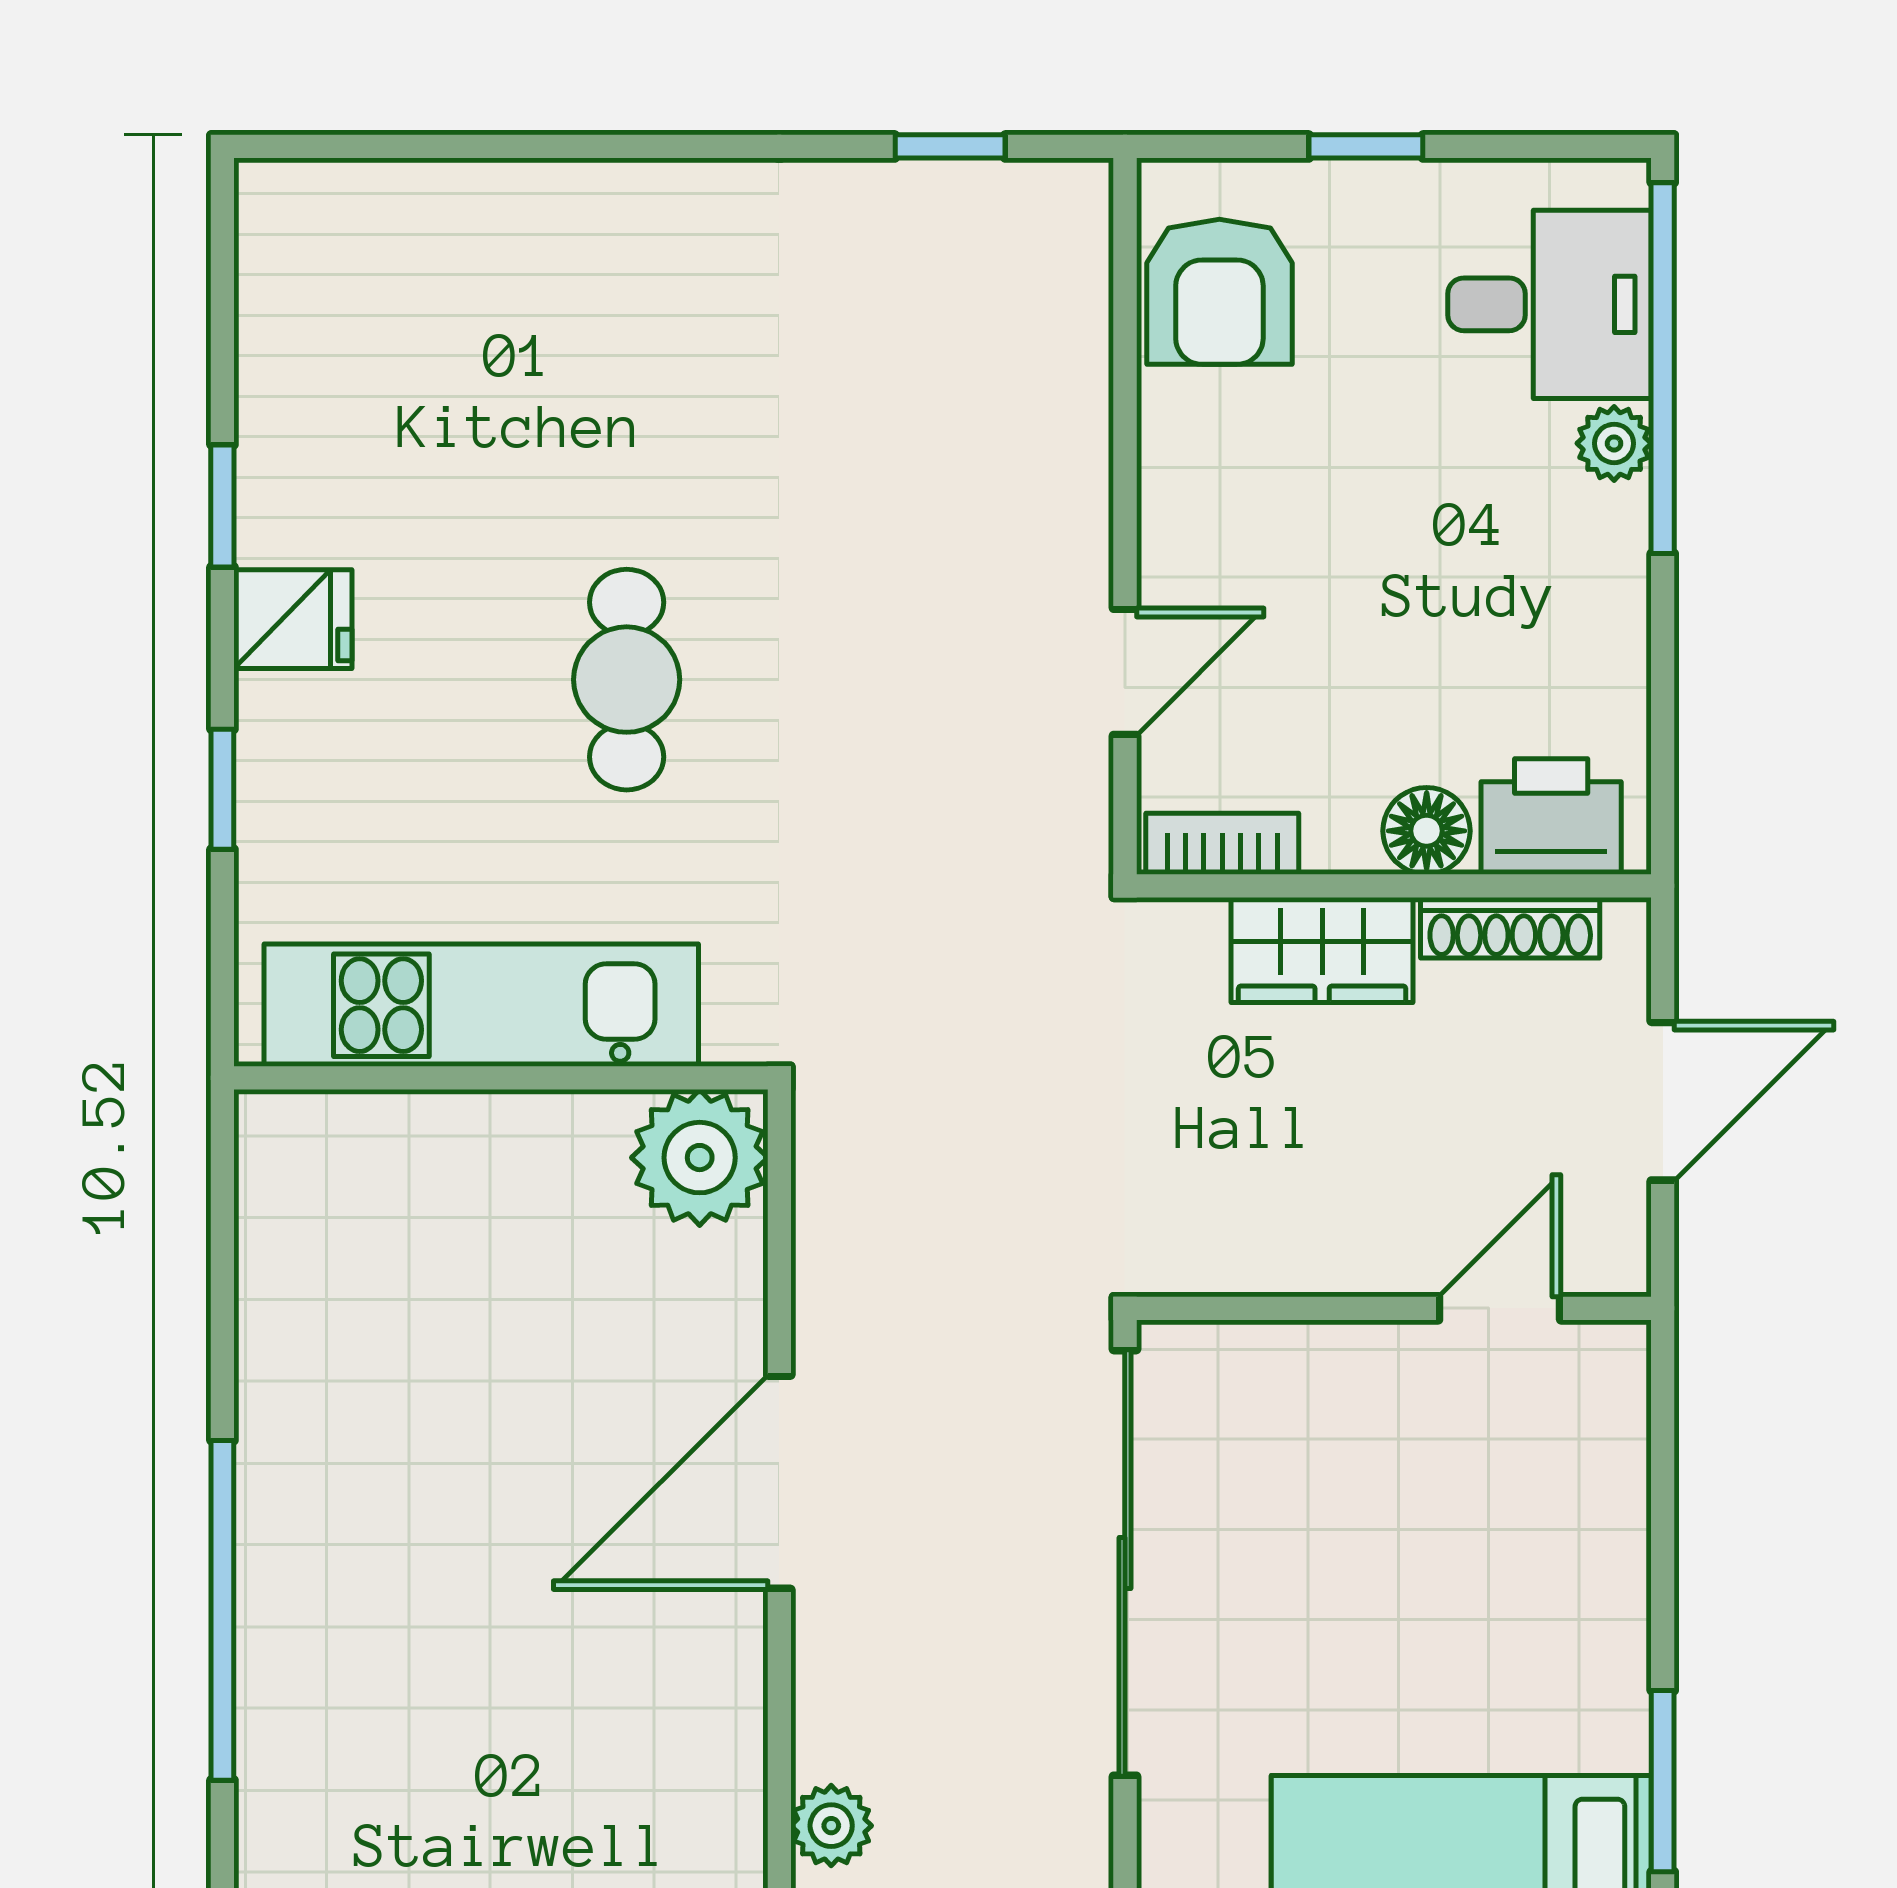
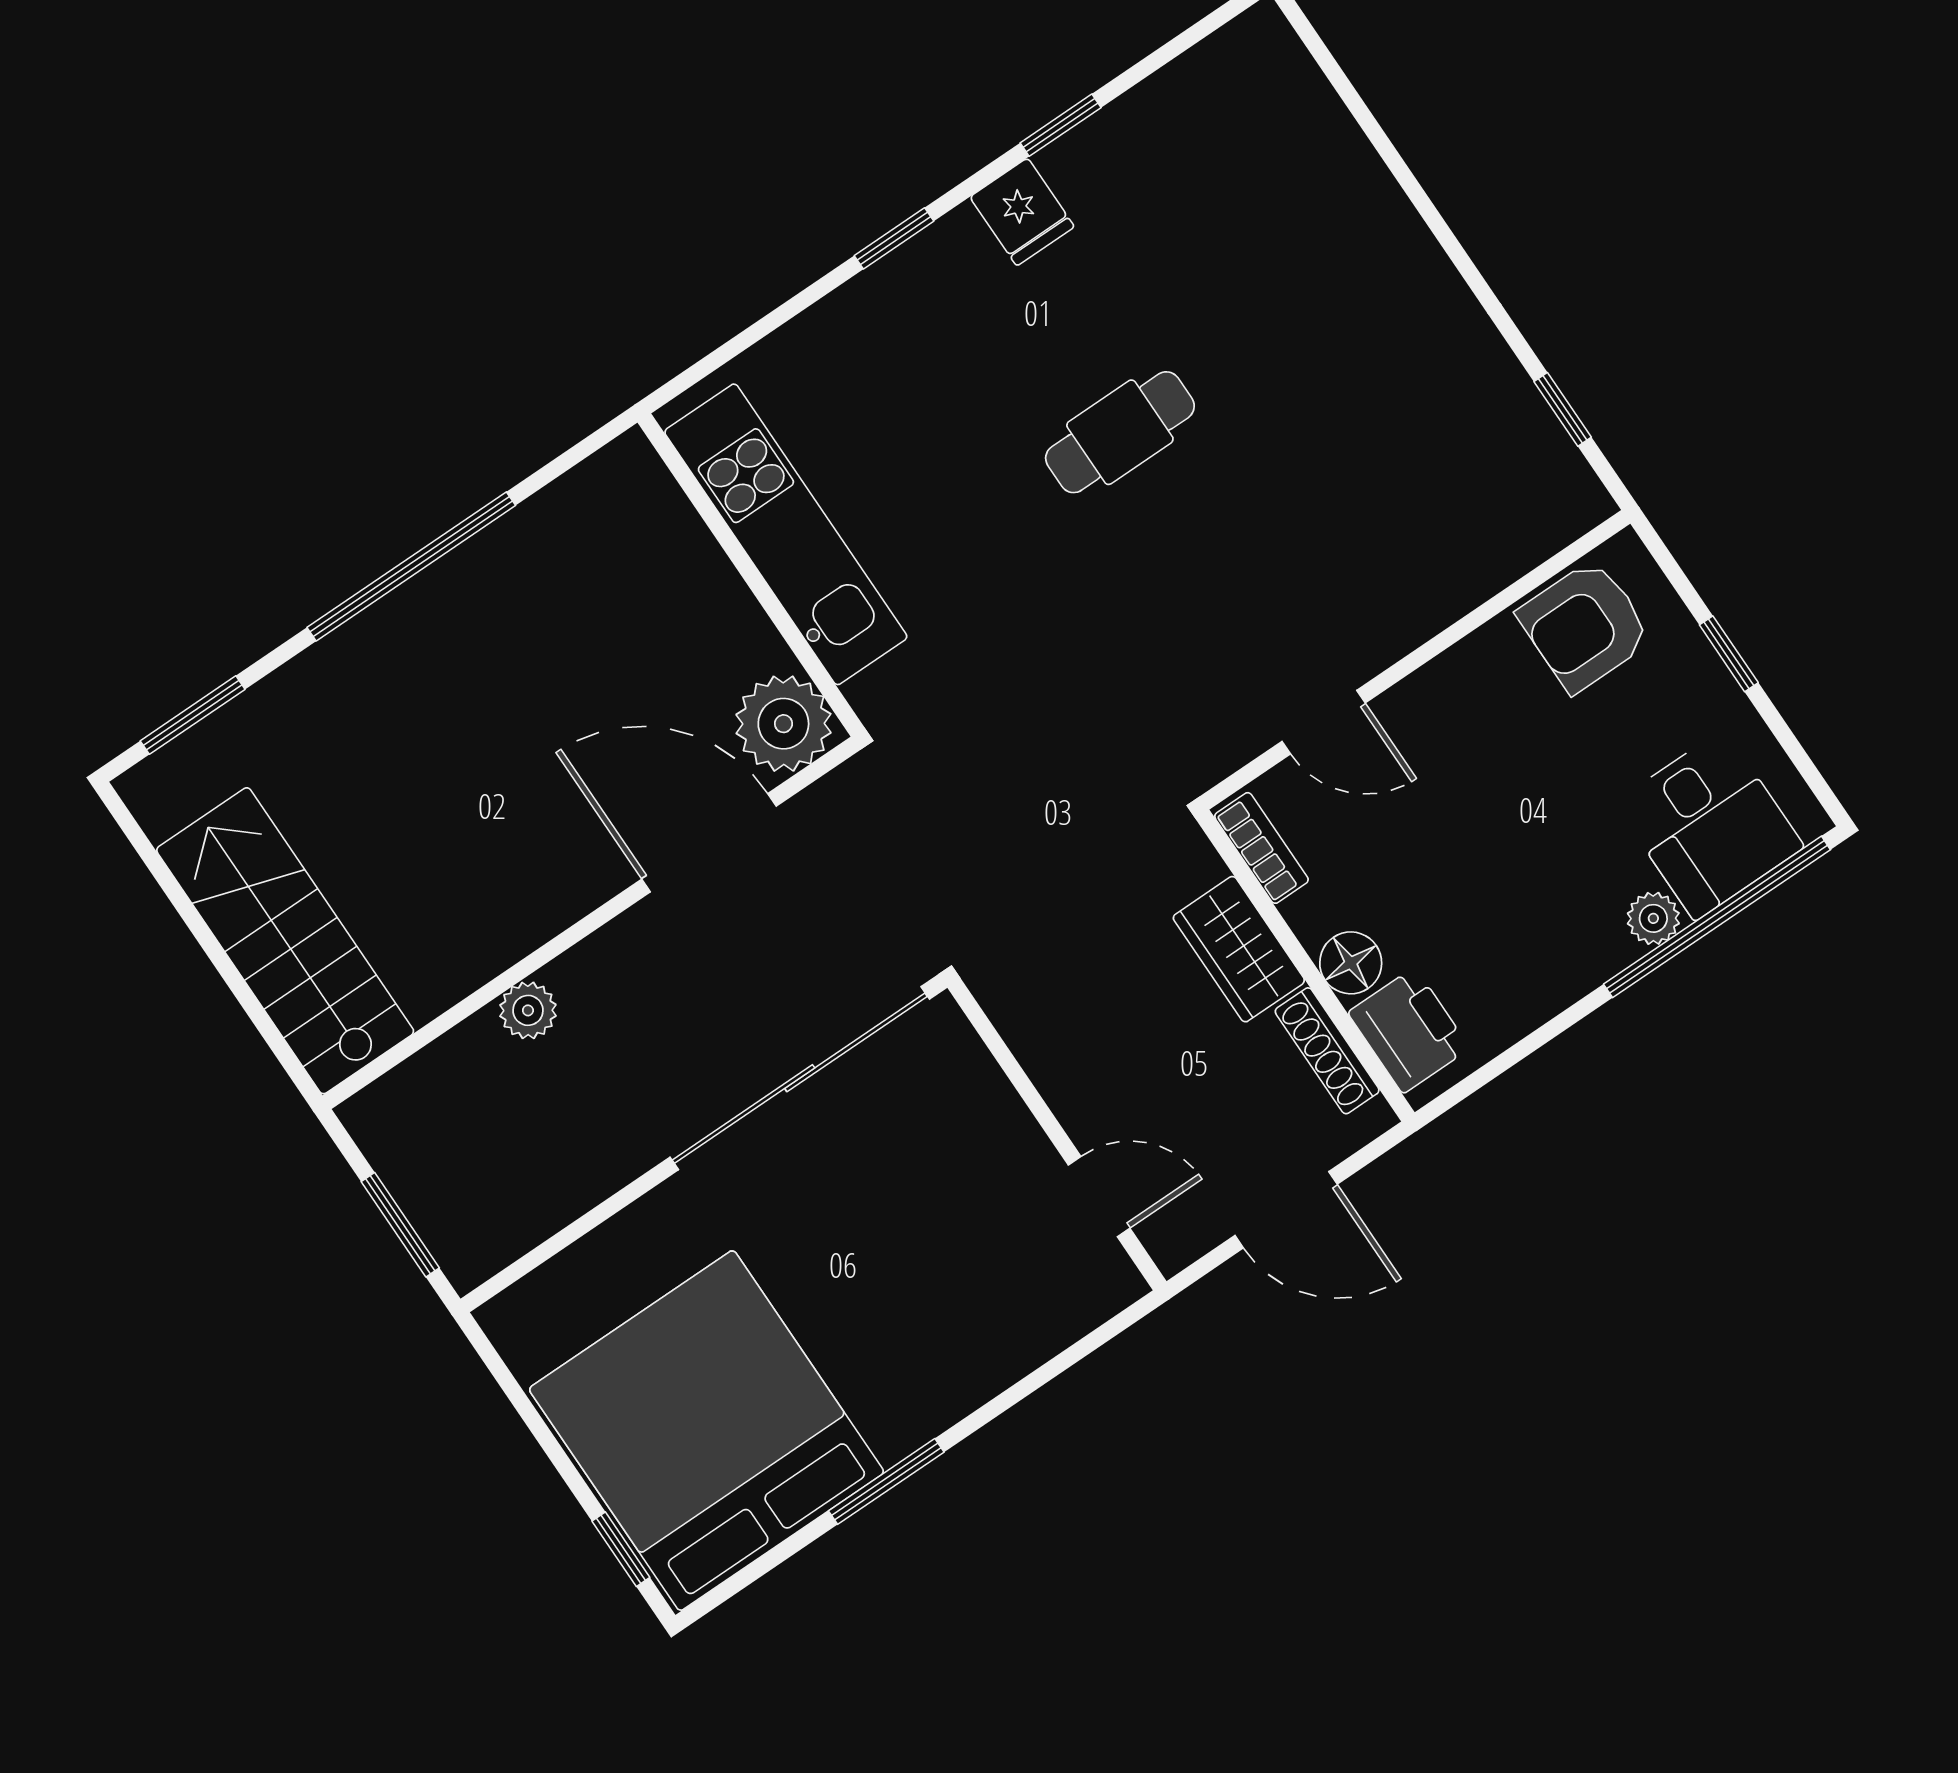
kitchen unit: (481, 1005) -> (786, 534), moved
wall: (501, 1078) -> (751, 575), moved
plant: (700, 1158) -> (783, 724), moved

